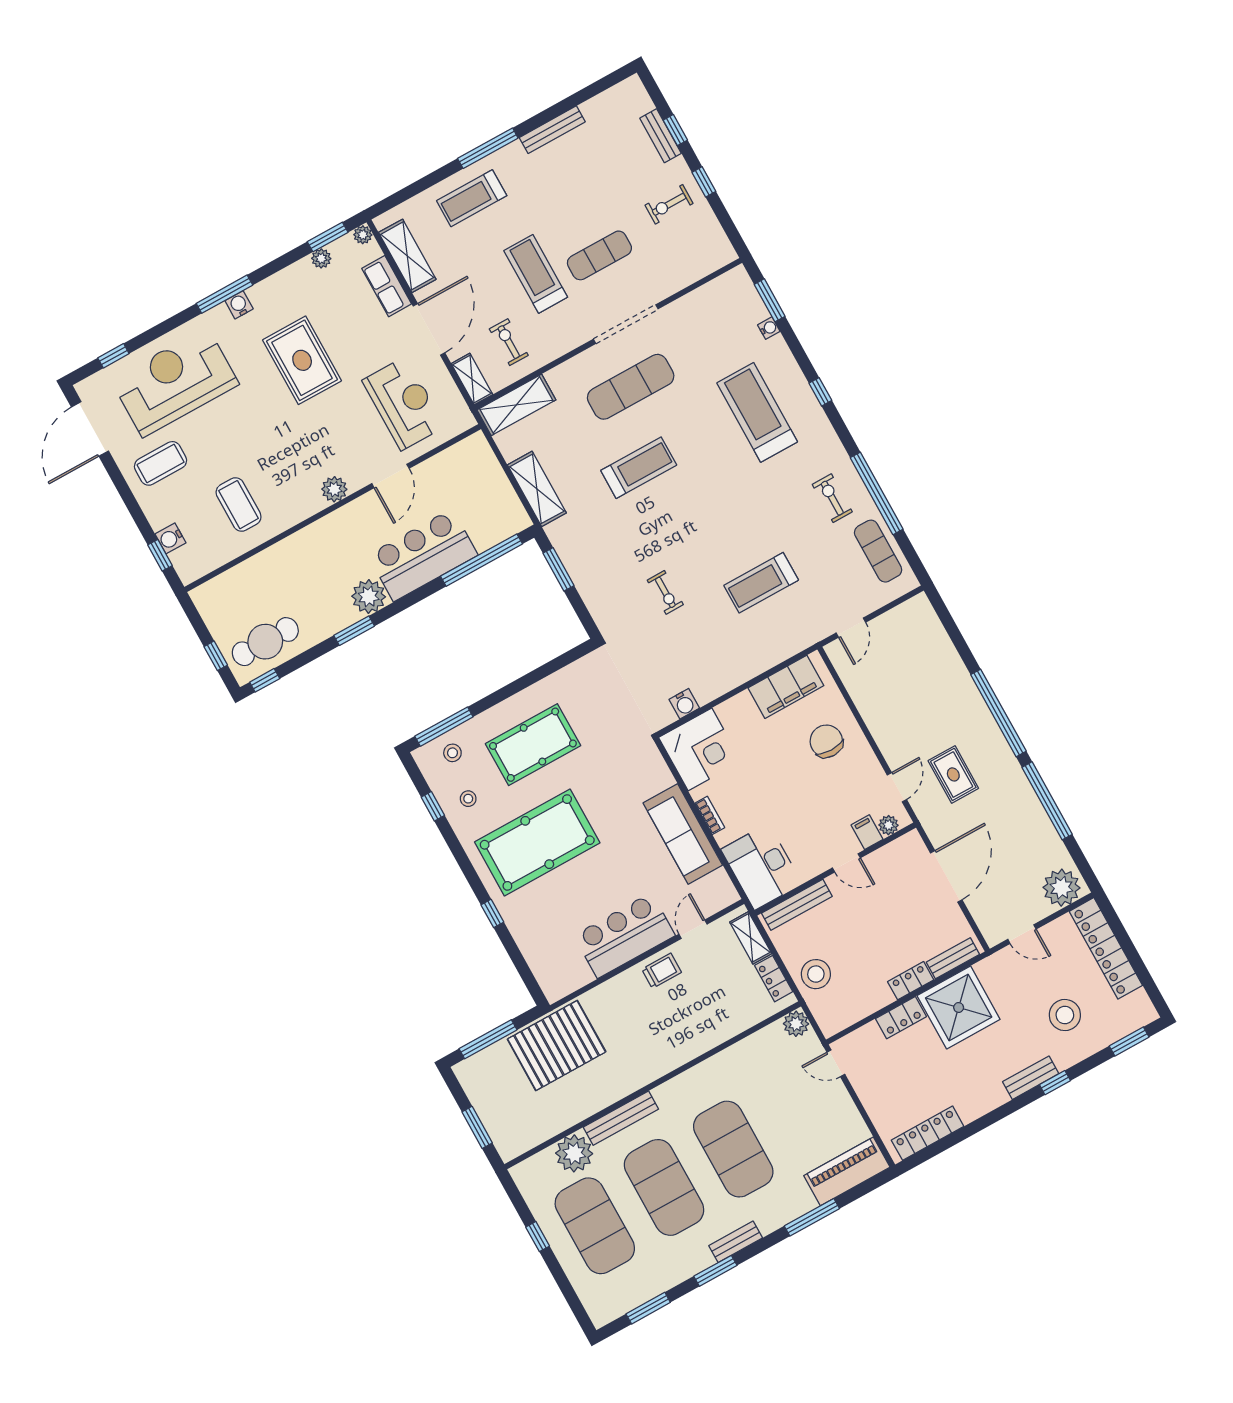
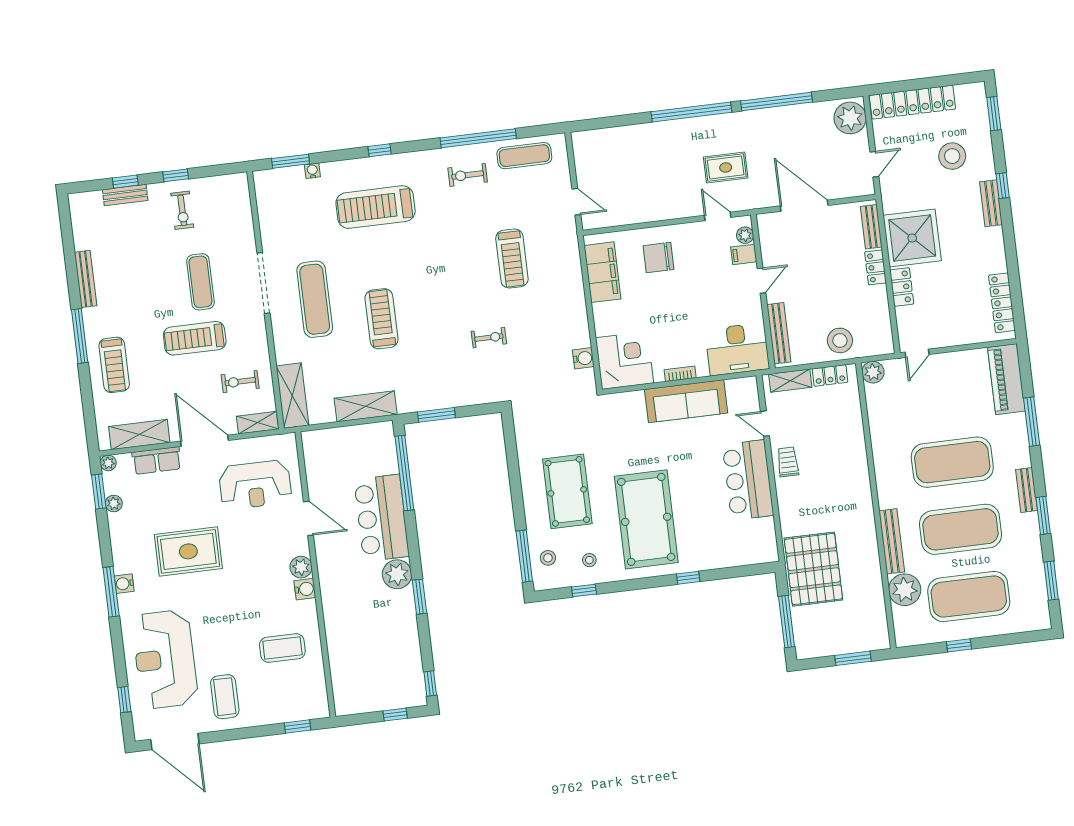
reception desk: (404, 403) -> (255, 485), turned 180
water cooler: (170, 538) -> (305, 589), moved, turned -90
cafe table: (265, 642) -> (400, 671), removed

